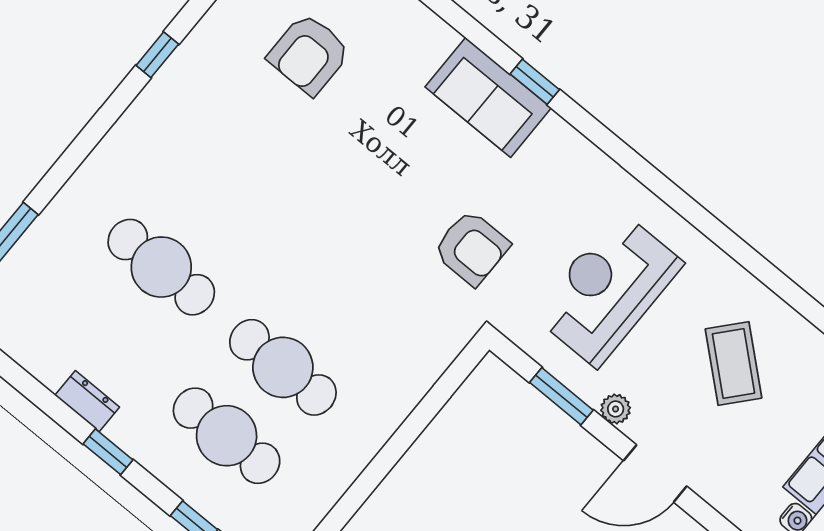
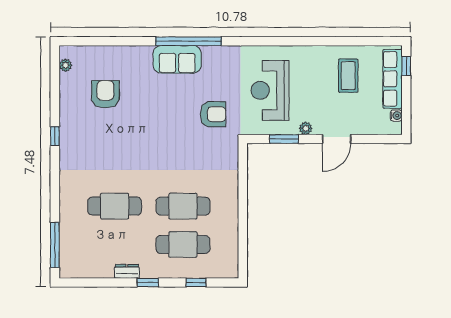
armchair: (309, 54) -> (105, 94), turned 180
window: (535, 82) -> (188, 41), width x3.17
coffee table: (734, 363) -> (348, 76), moved, turned 49

